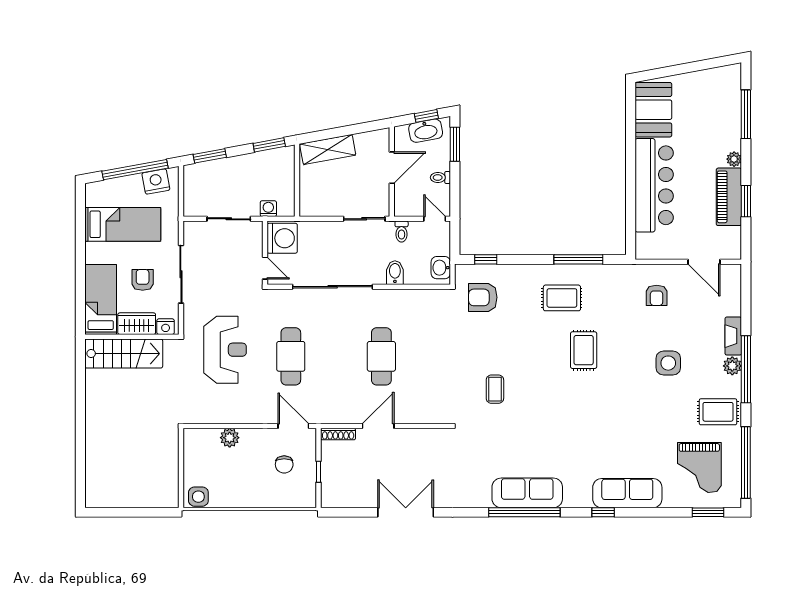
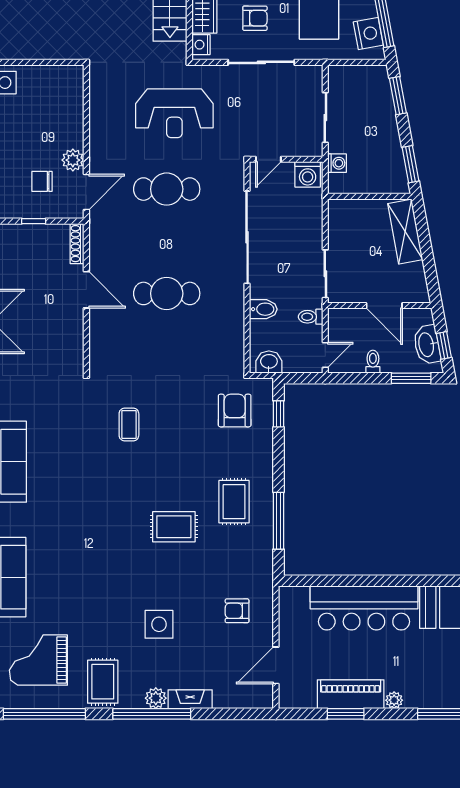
washing machine: (282, 238) -> (308, 174), width x0.73, depth x0.73
coffee table: (495, 389) -> (129, 424), turned 90
plant: (230, 438) -> (73, 160), moved

